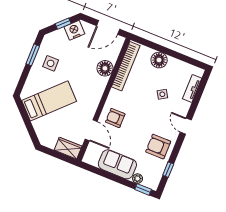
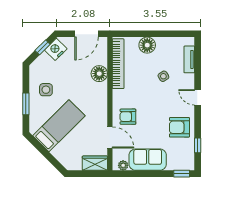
window: (33, 55) -> (26, 104), moved
plant: (138, 179) -> (123, 165), moved

